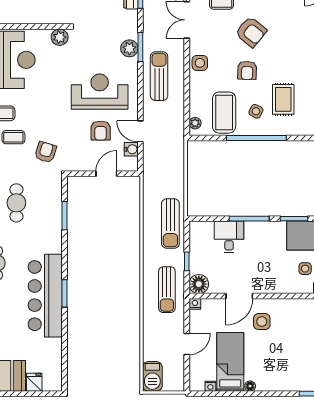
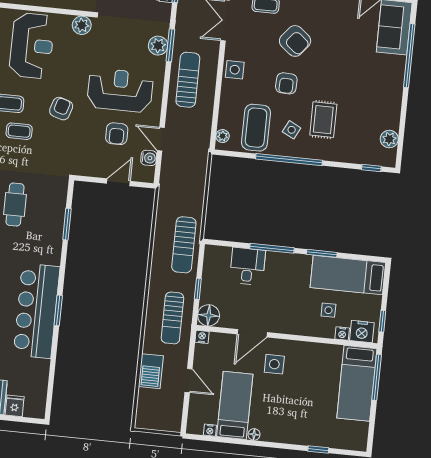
armchair: (46, 152) -> (61, 109), moved
door: (187, 344) -> (188, 381), hinge flipped
barbecue: (152, 376) -> (151, 371), moved

